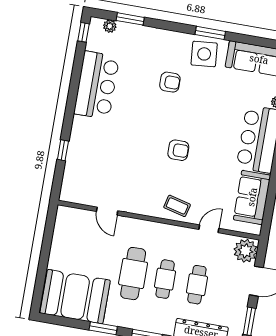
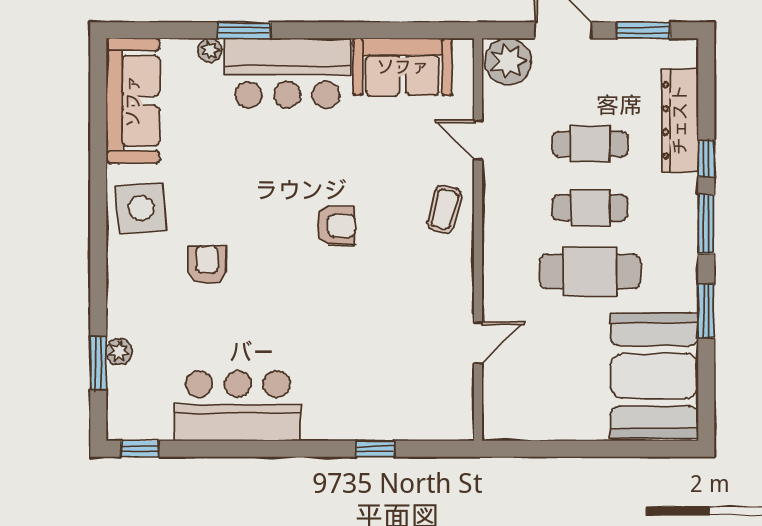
plant: (110, 26) -> (119, 352), moved
window: (210, 33) -> (98, 203), removed
armchair: (178, 150) -> (336, 226), turned 90

